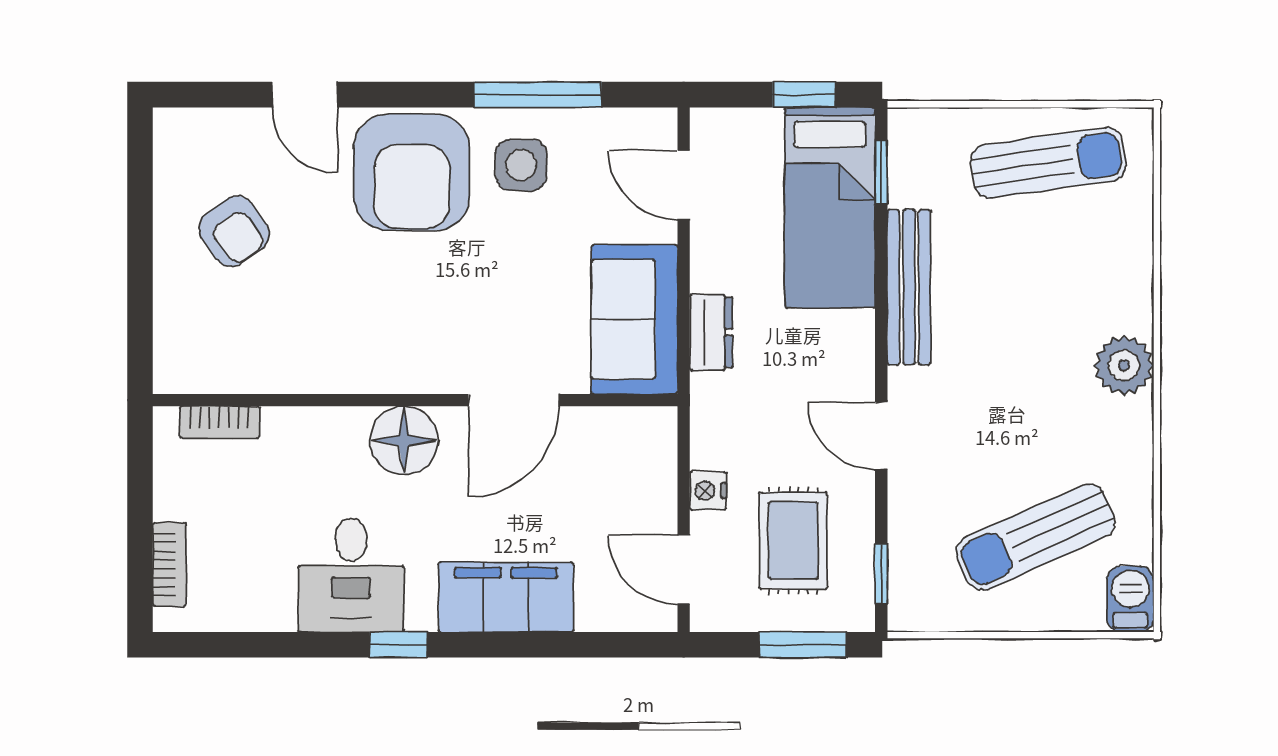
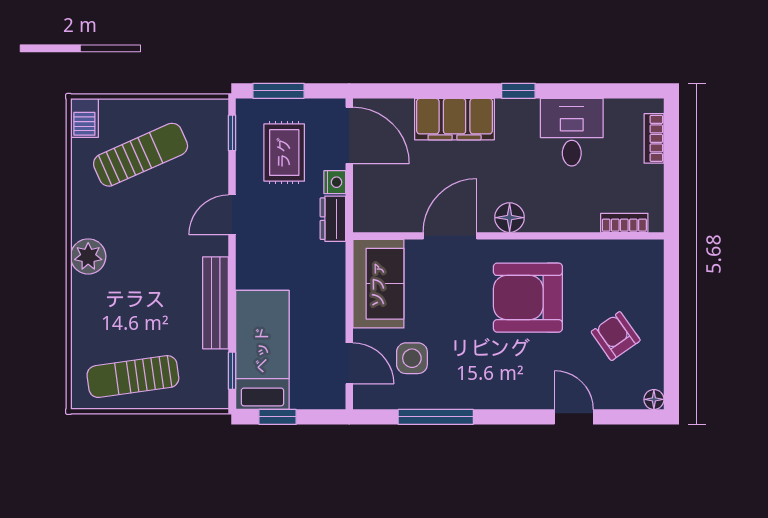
floor lamp: (170, 124) -> (654, 399), added
side table: (521, 165) -> (412, 358), moved
armchair: (412, 172) -> (528, 298), moved, turned -90
dresser: (711, 332) -> (333, 219), moved
door: (881, 436) -> (232, 215), swing flipped
floor lamp: (404, 440) -> (510, 218), width x0.73, depth x0.73
door: (684, 570) -> (349, 135), width x1.38
desk: (351, 575) -> (572, 132), moved

